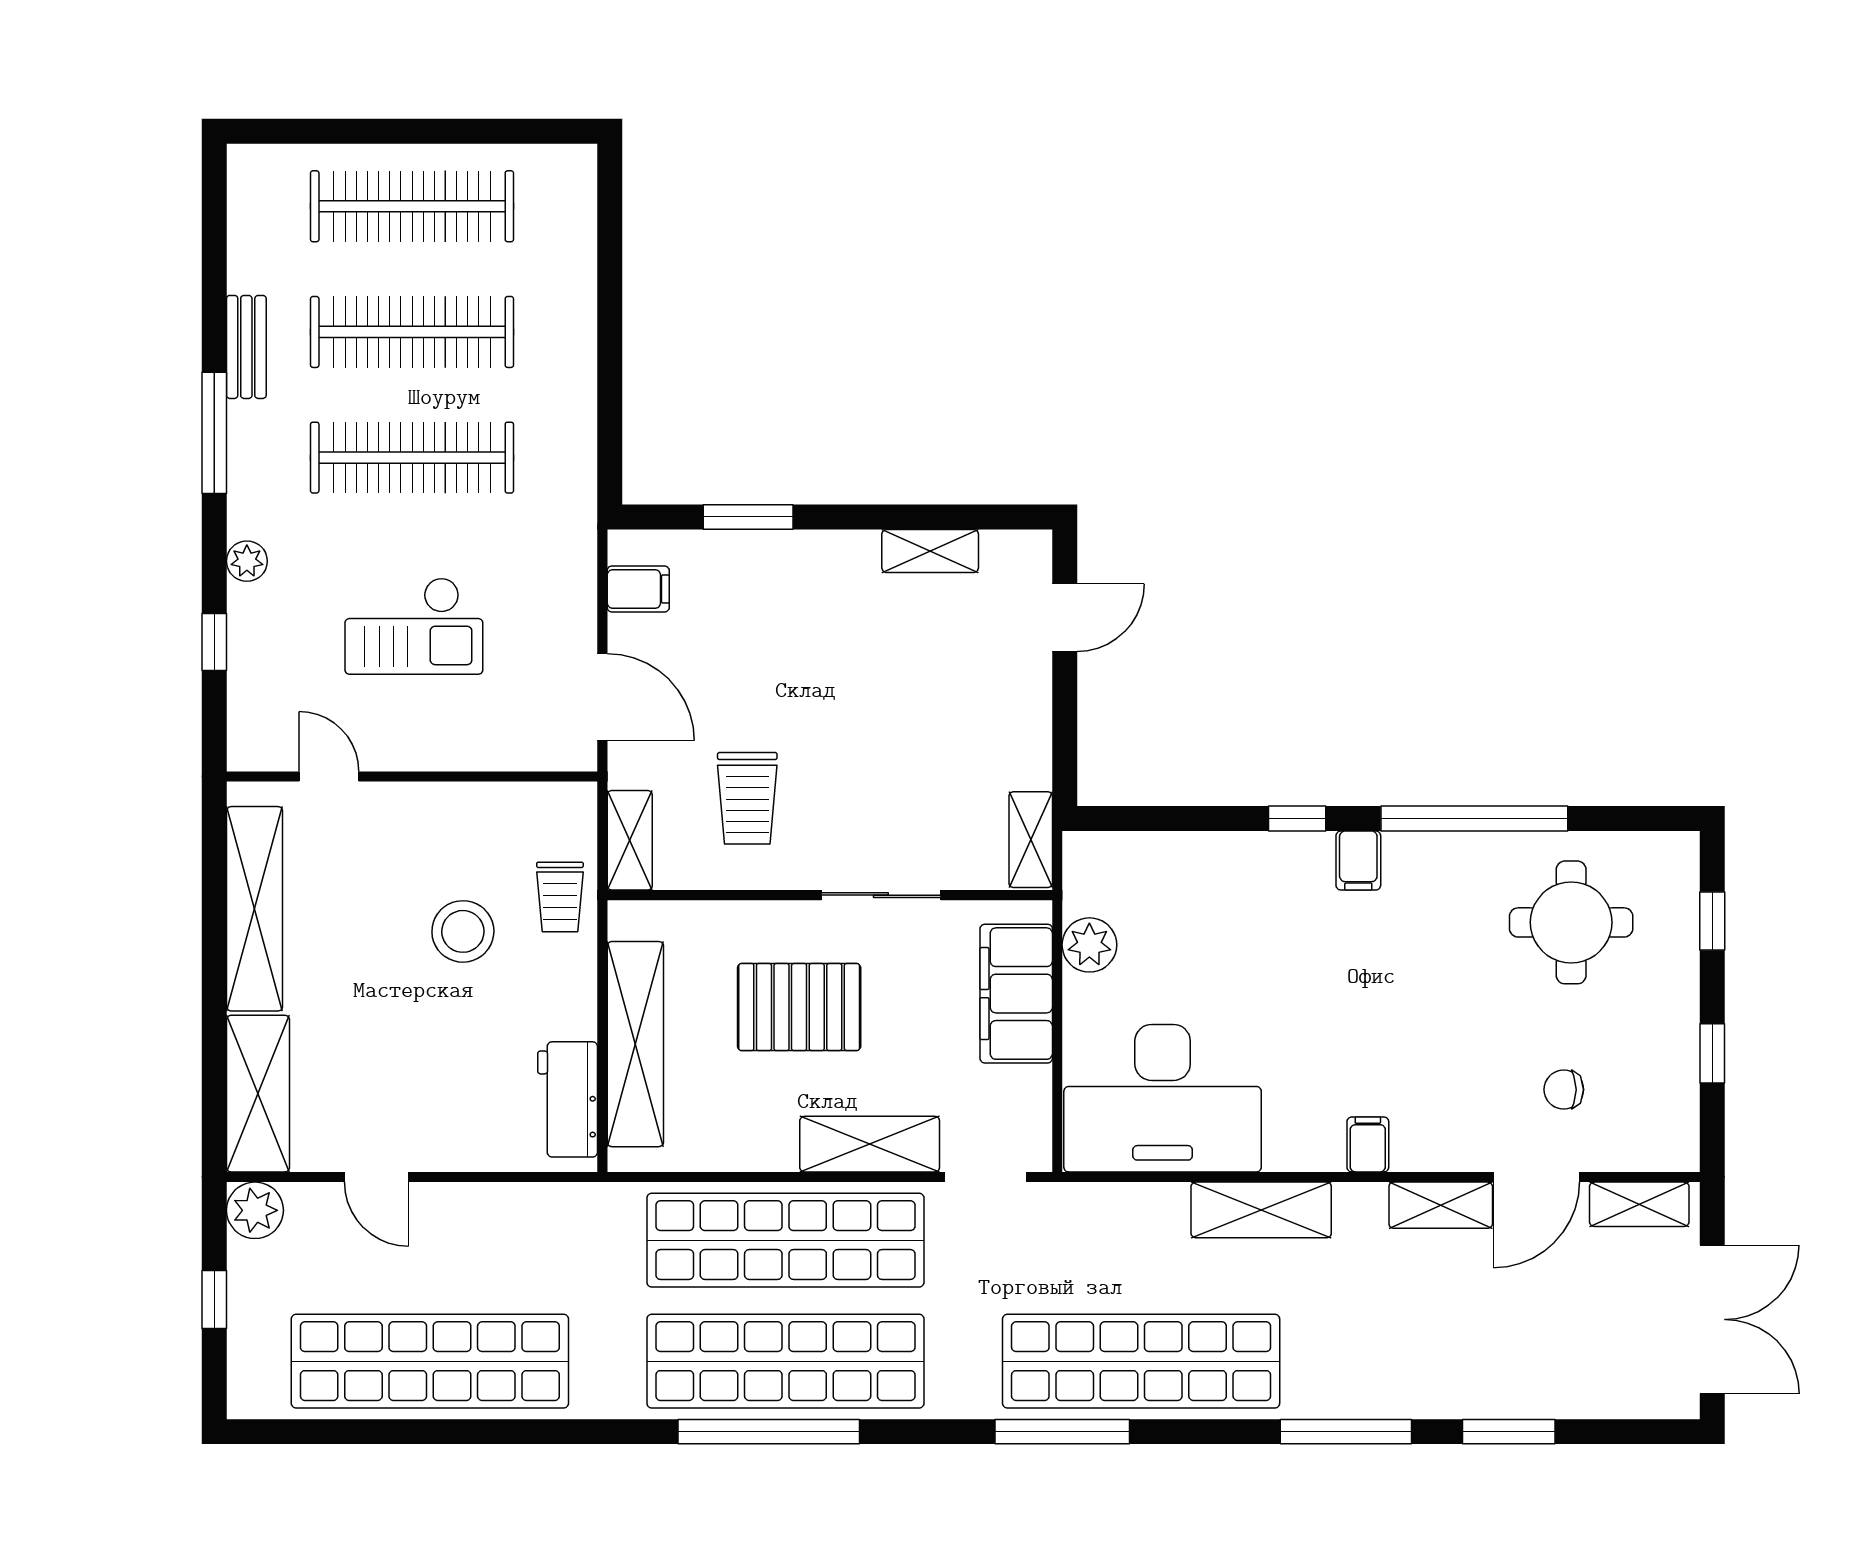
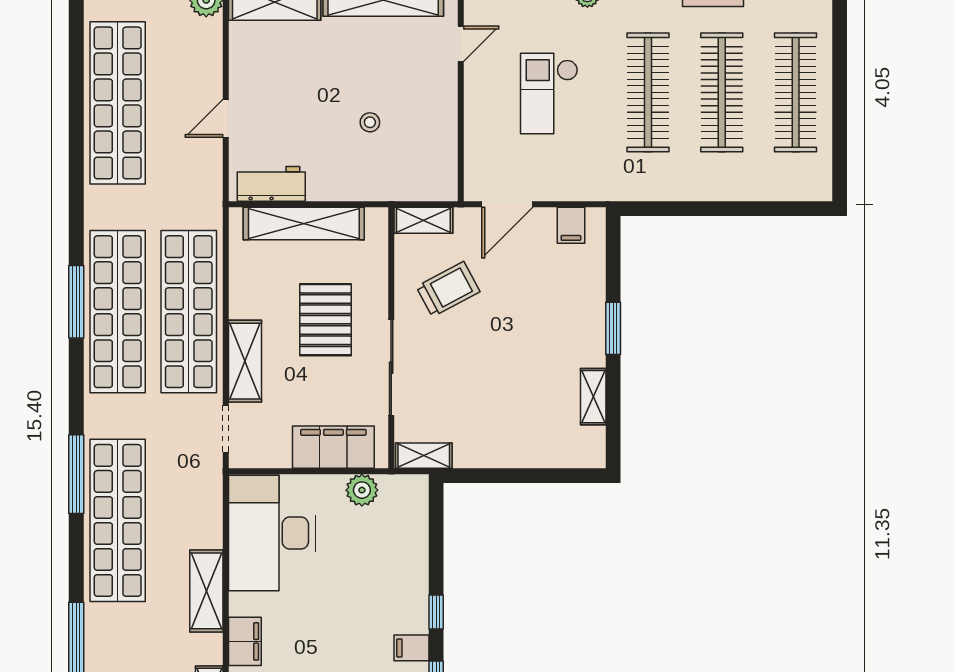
window: (748, 517) -> (613, 328), moved
door: (1065, 618) -> (554, 476), removed
trolley: (747, 798) -> (448, 289), turned 152
sliding door: (881, 895) -> (391, 368), width x1.37
trolley: (560, 897) -> (390, 179), removed
stool: (463, 931) -> (370, 122), width x0.53, depth x0.53
filing cabinet: (1368, 1144) -> (245, 641), width x2.00
door: (376, 1177) -> (226, 118), moved
window: (769, 1432) -> (76, 302), width x0.68

